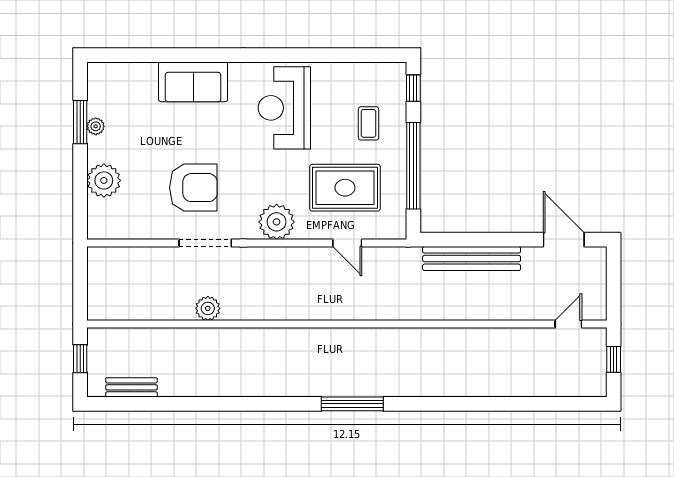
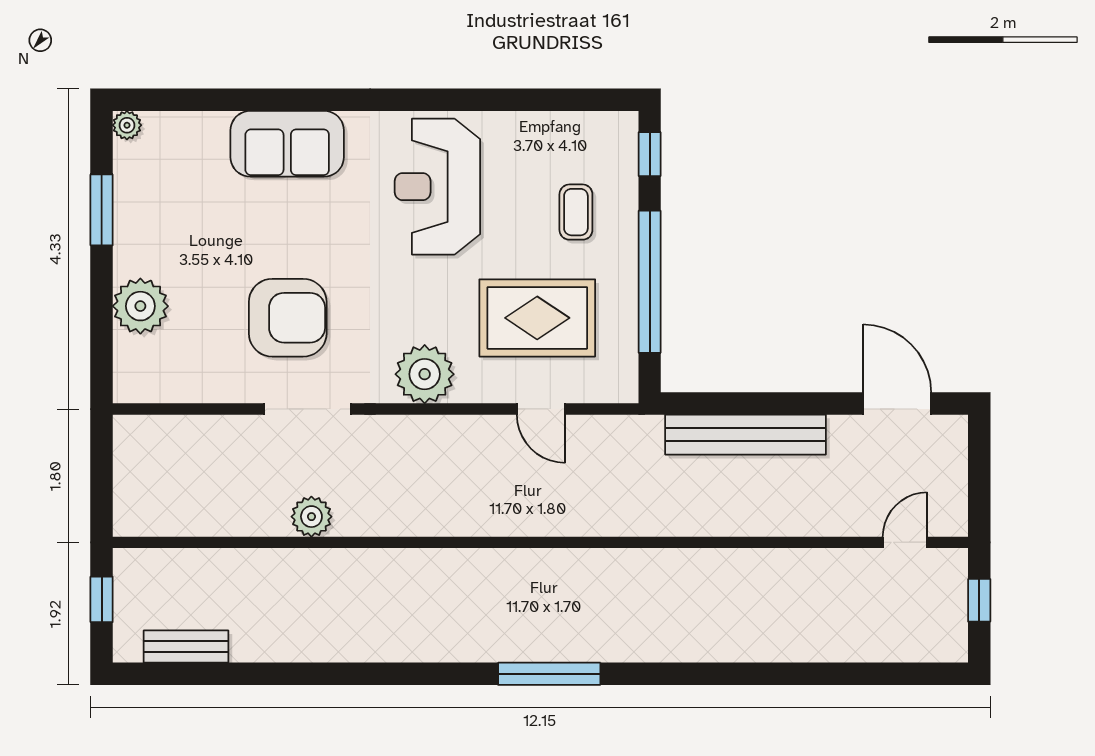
plant: (96, 126) -> (127, 125), moved

